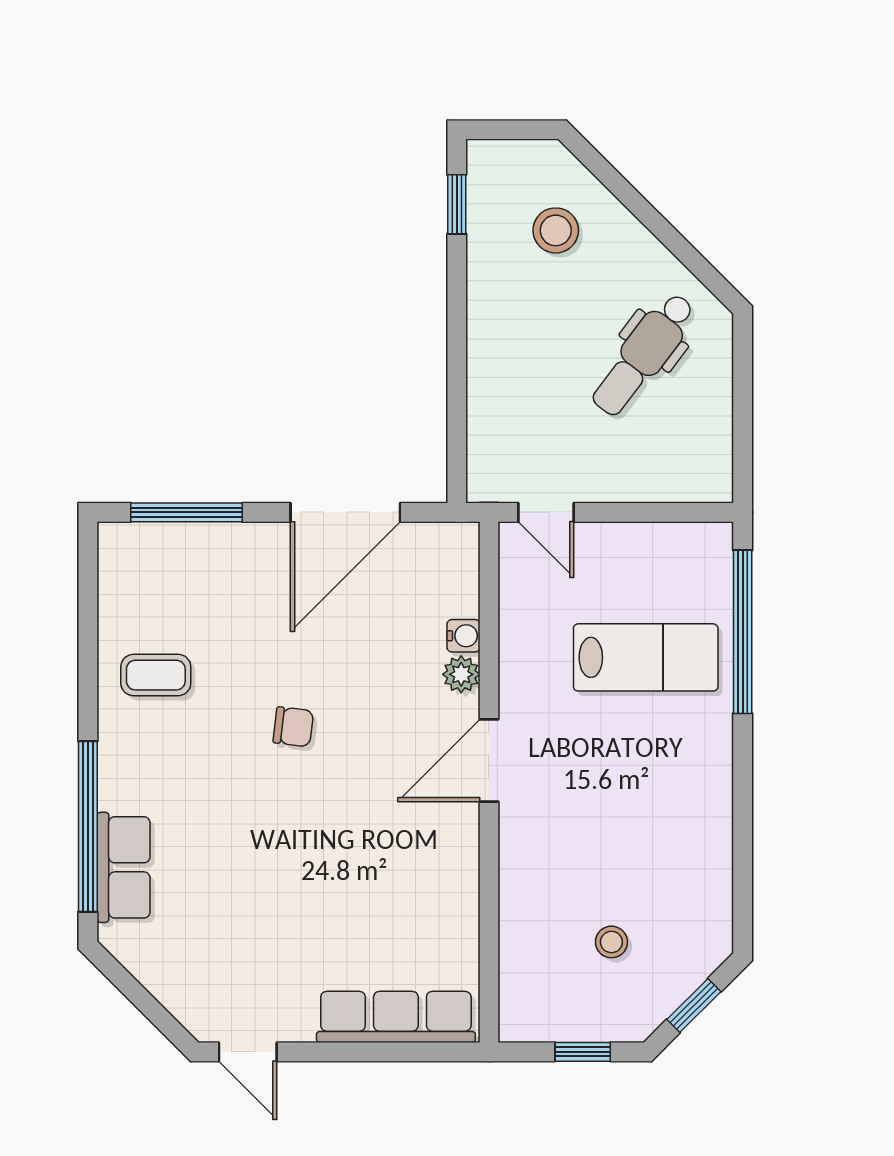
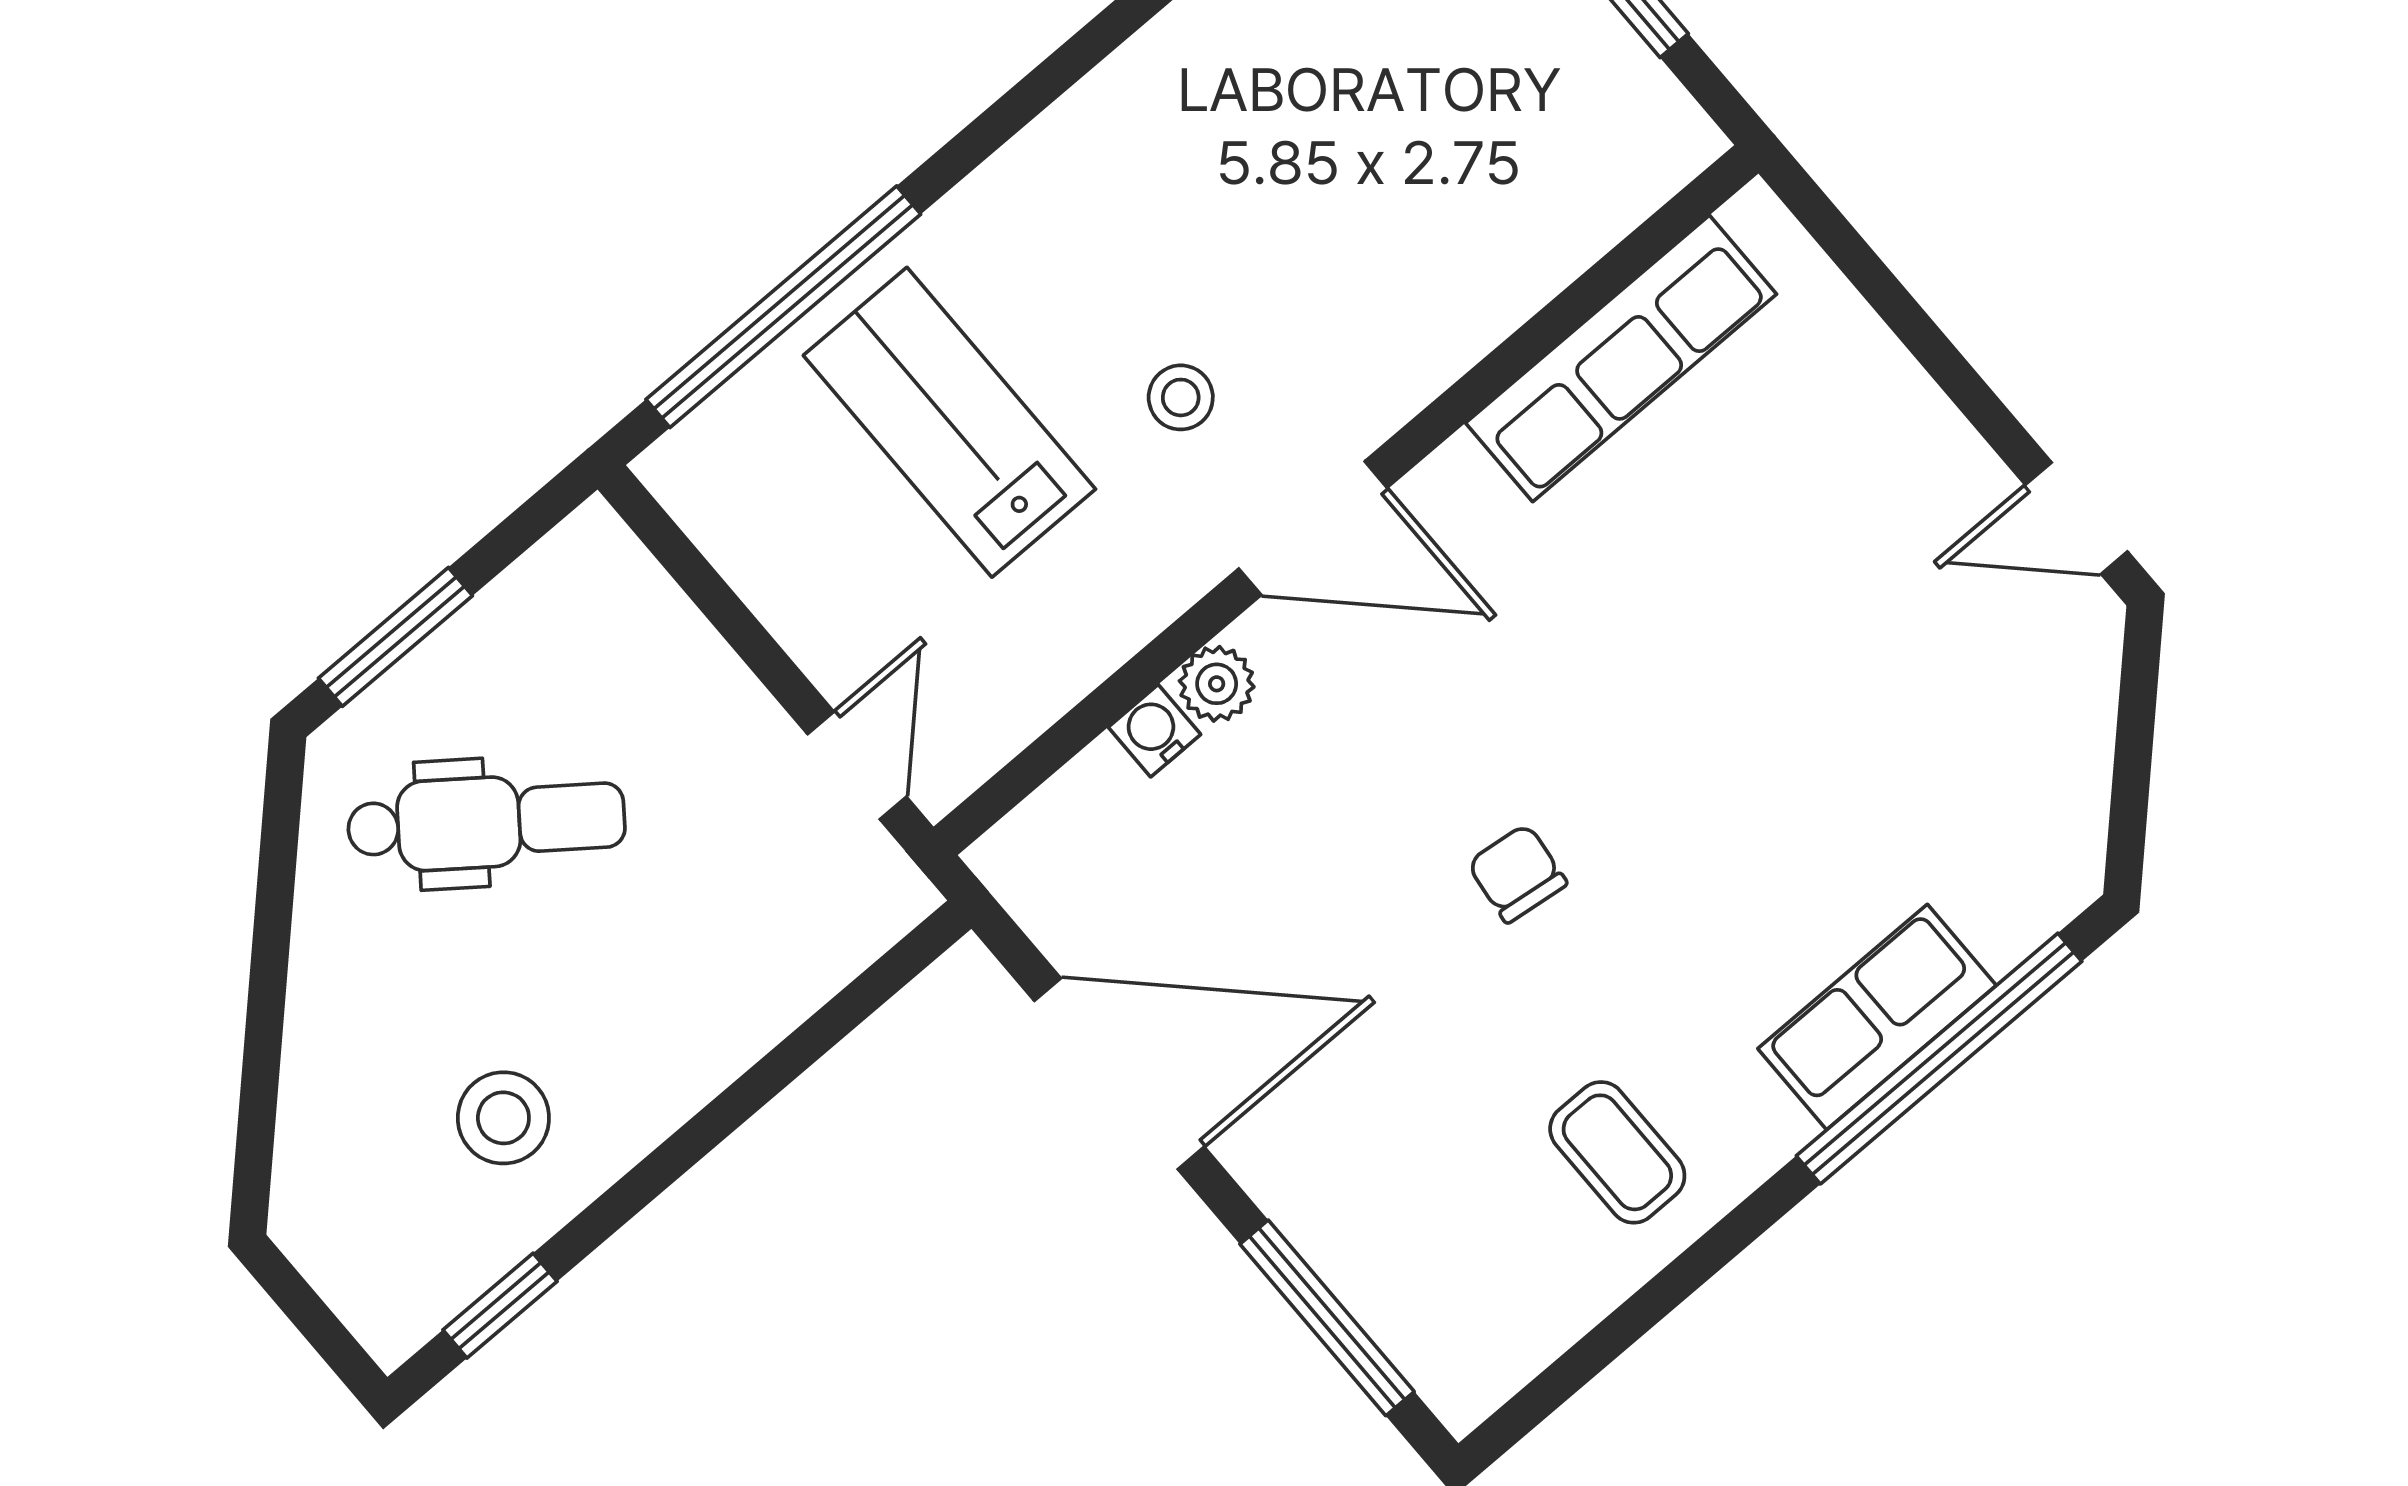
stool: (556, 230) -> (503, 1118), moved
window: (743, 380) -> (395, 637), added
row of seats: (124, 867) -> (1877, 1017), moved
stool: (611, 942) -> (1181, 397), moved
row of seats: (396, 1017) -> (1621, 358), moved, turned -90
door: (248, 1052) -> (2076, 518), swing flipped

